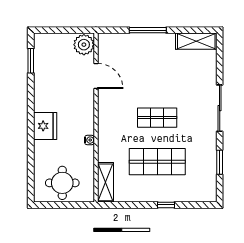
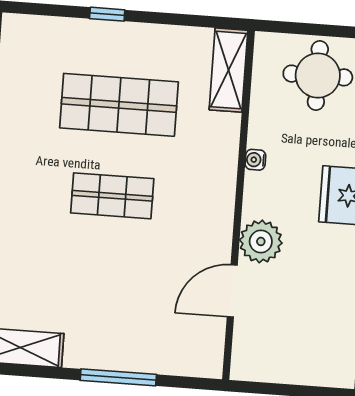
plant: (84, 45) -> (261, 241), moved
door: (96, 76) -> (232, 291), hinge flipped

